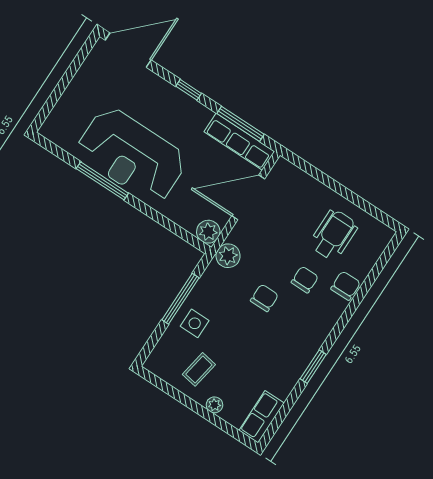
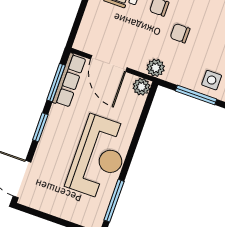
window: (189, 90) -> (40, 127), width x1.50
window: (102, 181) -> (114, 201), moved

